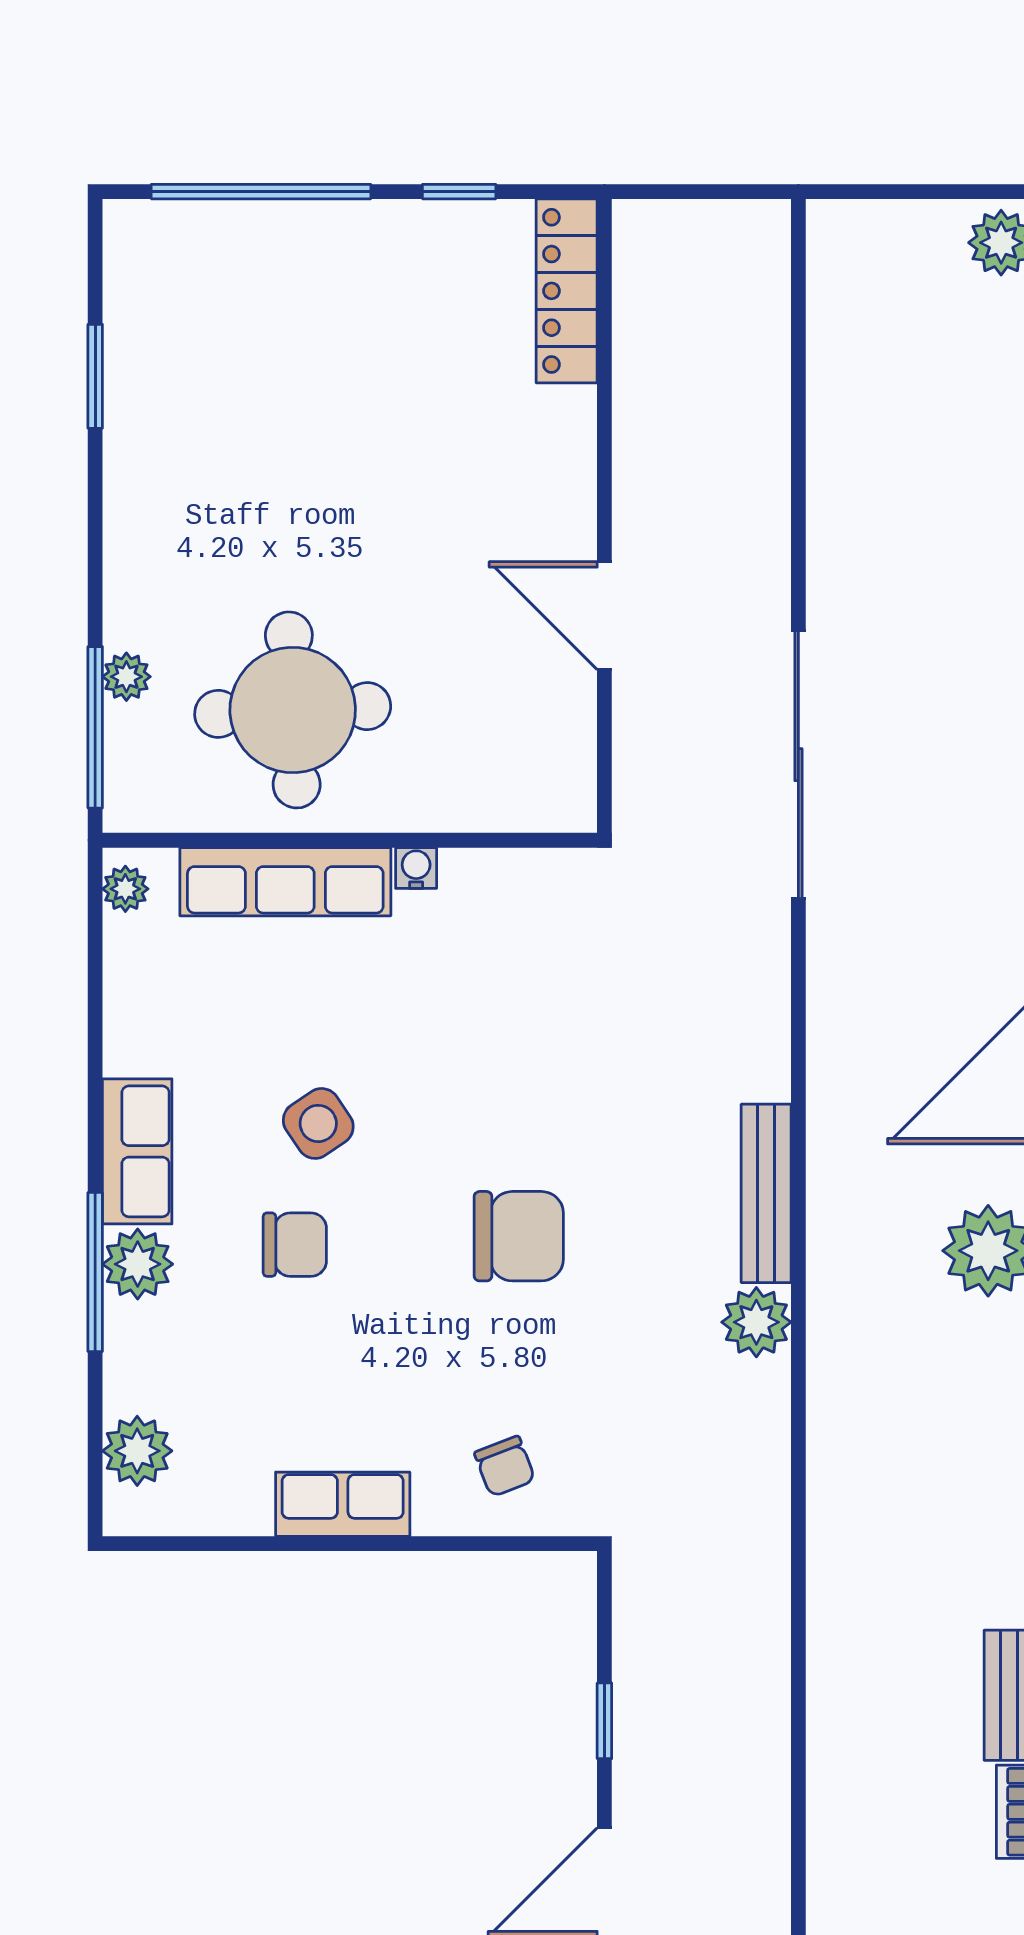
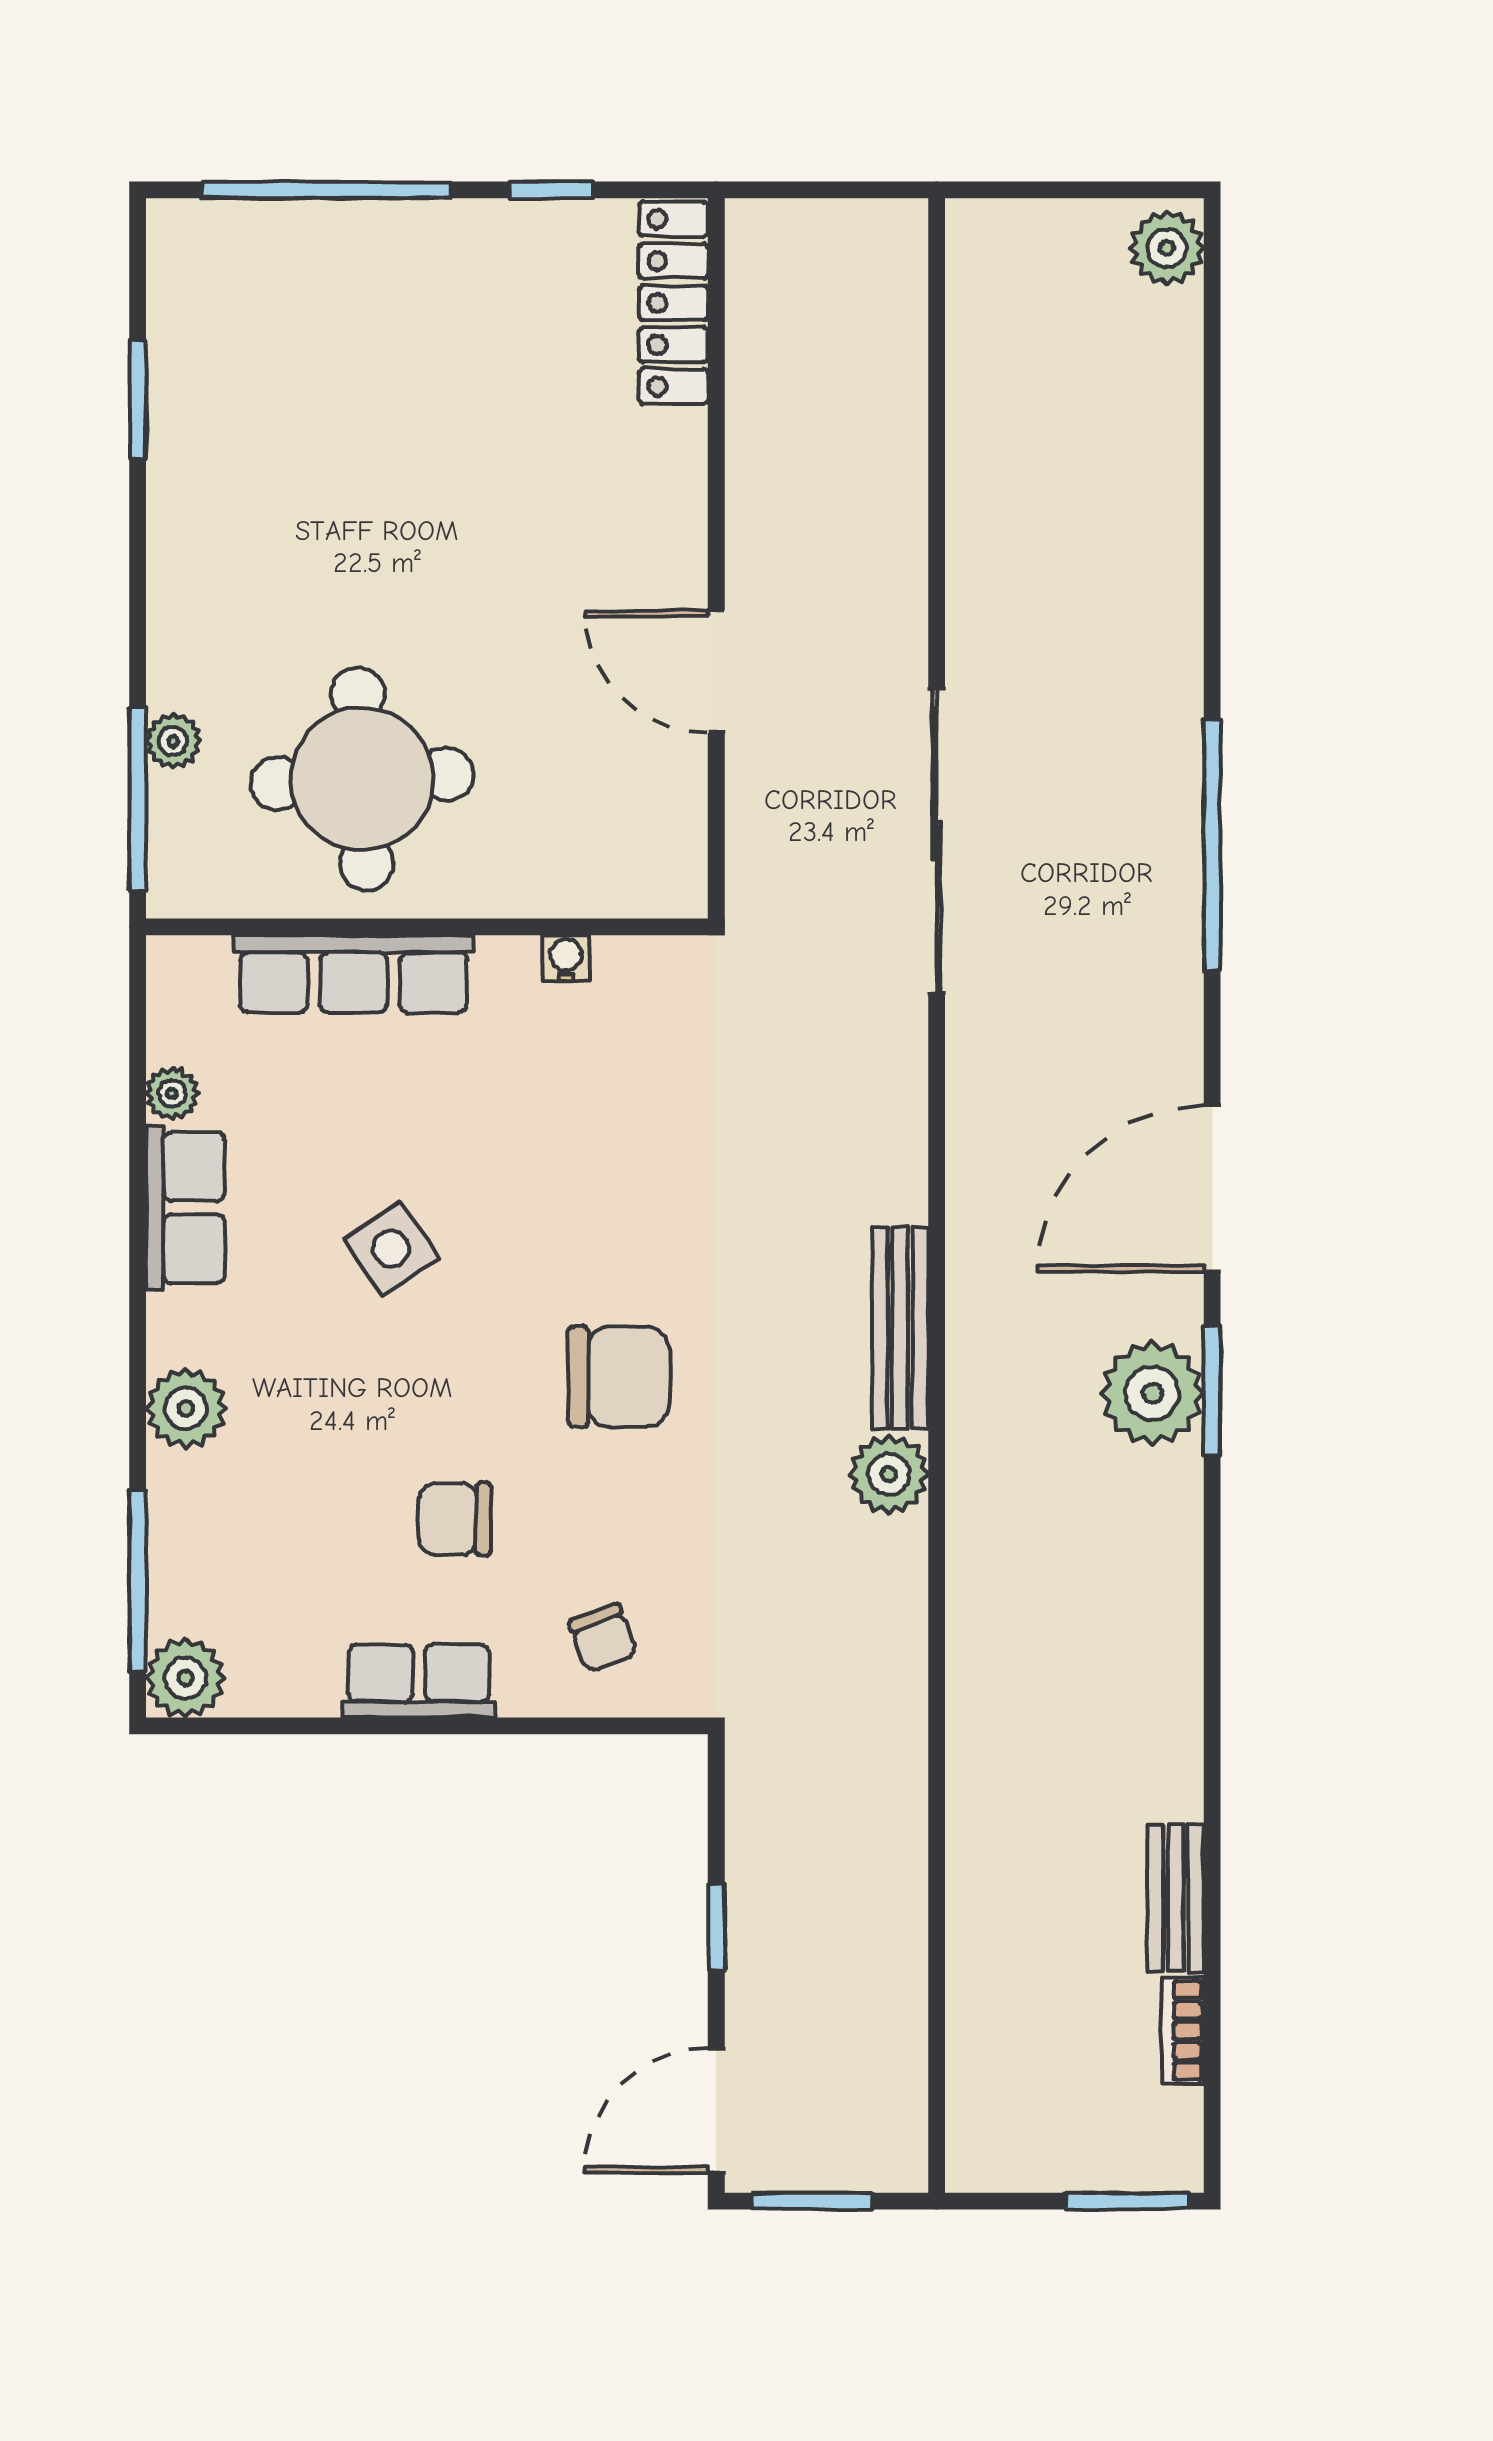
water cooler: (416, 868) -> (566, 958), moved
plant: (125, 889) -> (172, 1093), moved
row of seats: (137, 1151) -> (185, 1207), moved
chair: (295, 1245) -> (455, 1519), moved, turned 180
window: (95, 1272) -> (138, 1581), moved
plant: (137, 1451) -> (185, 1678), moved

